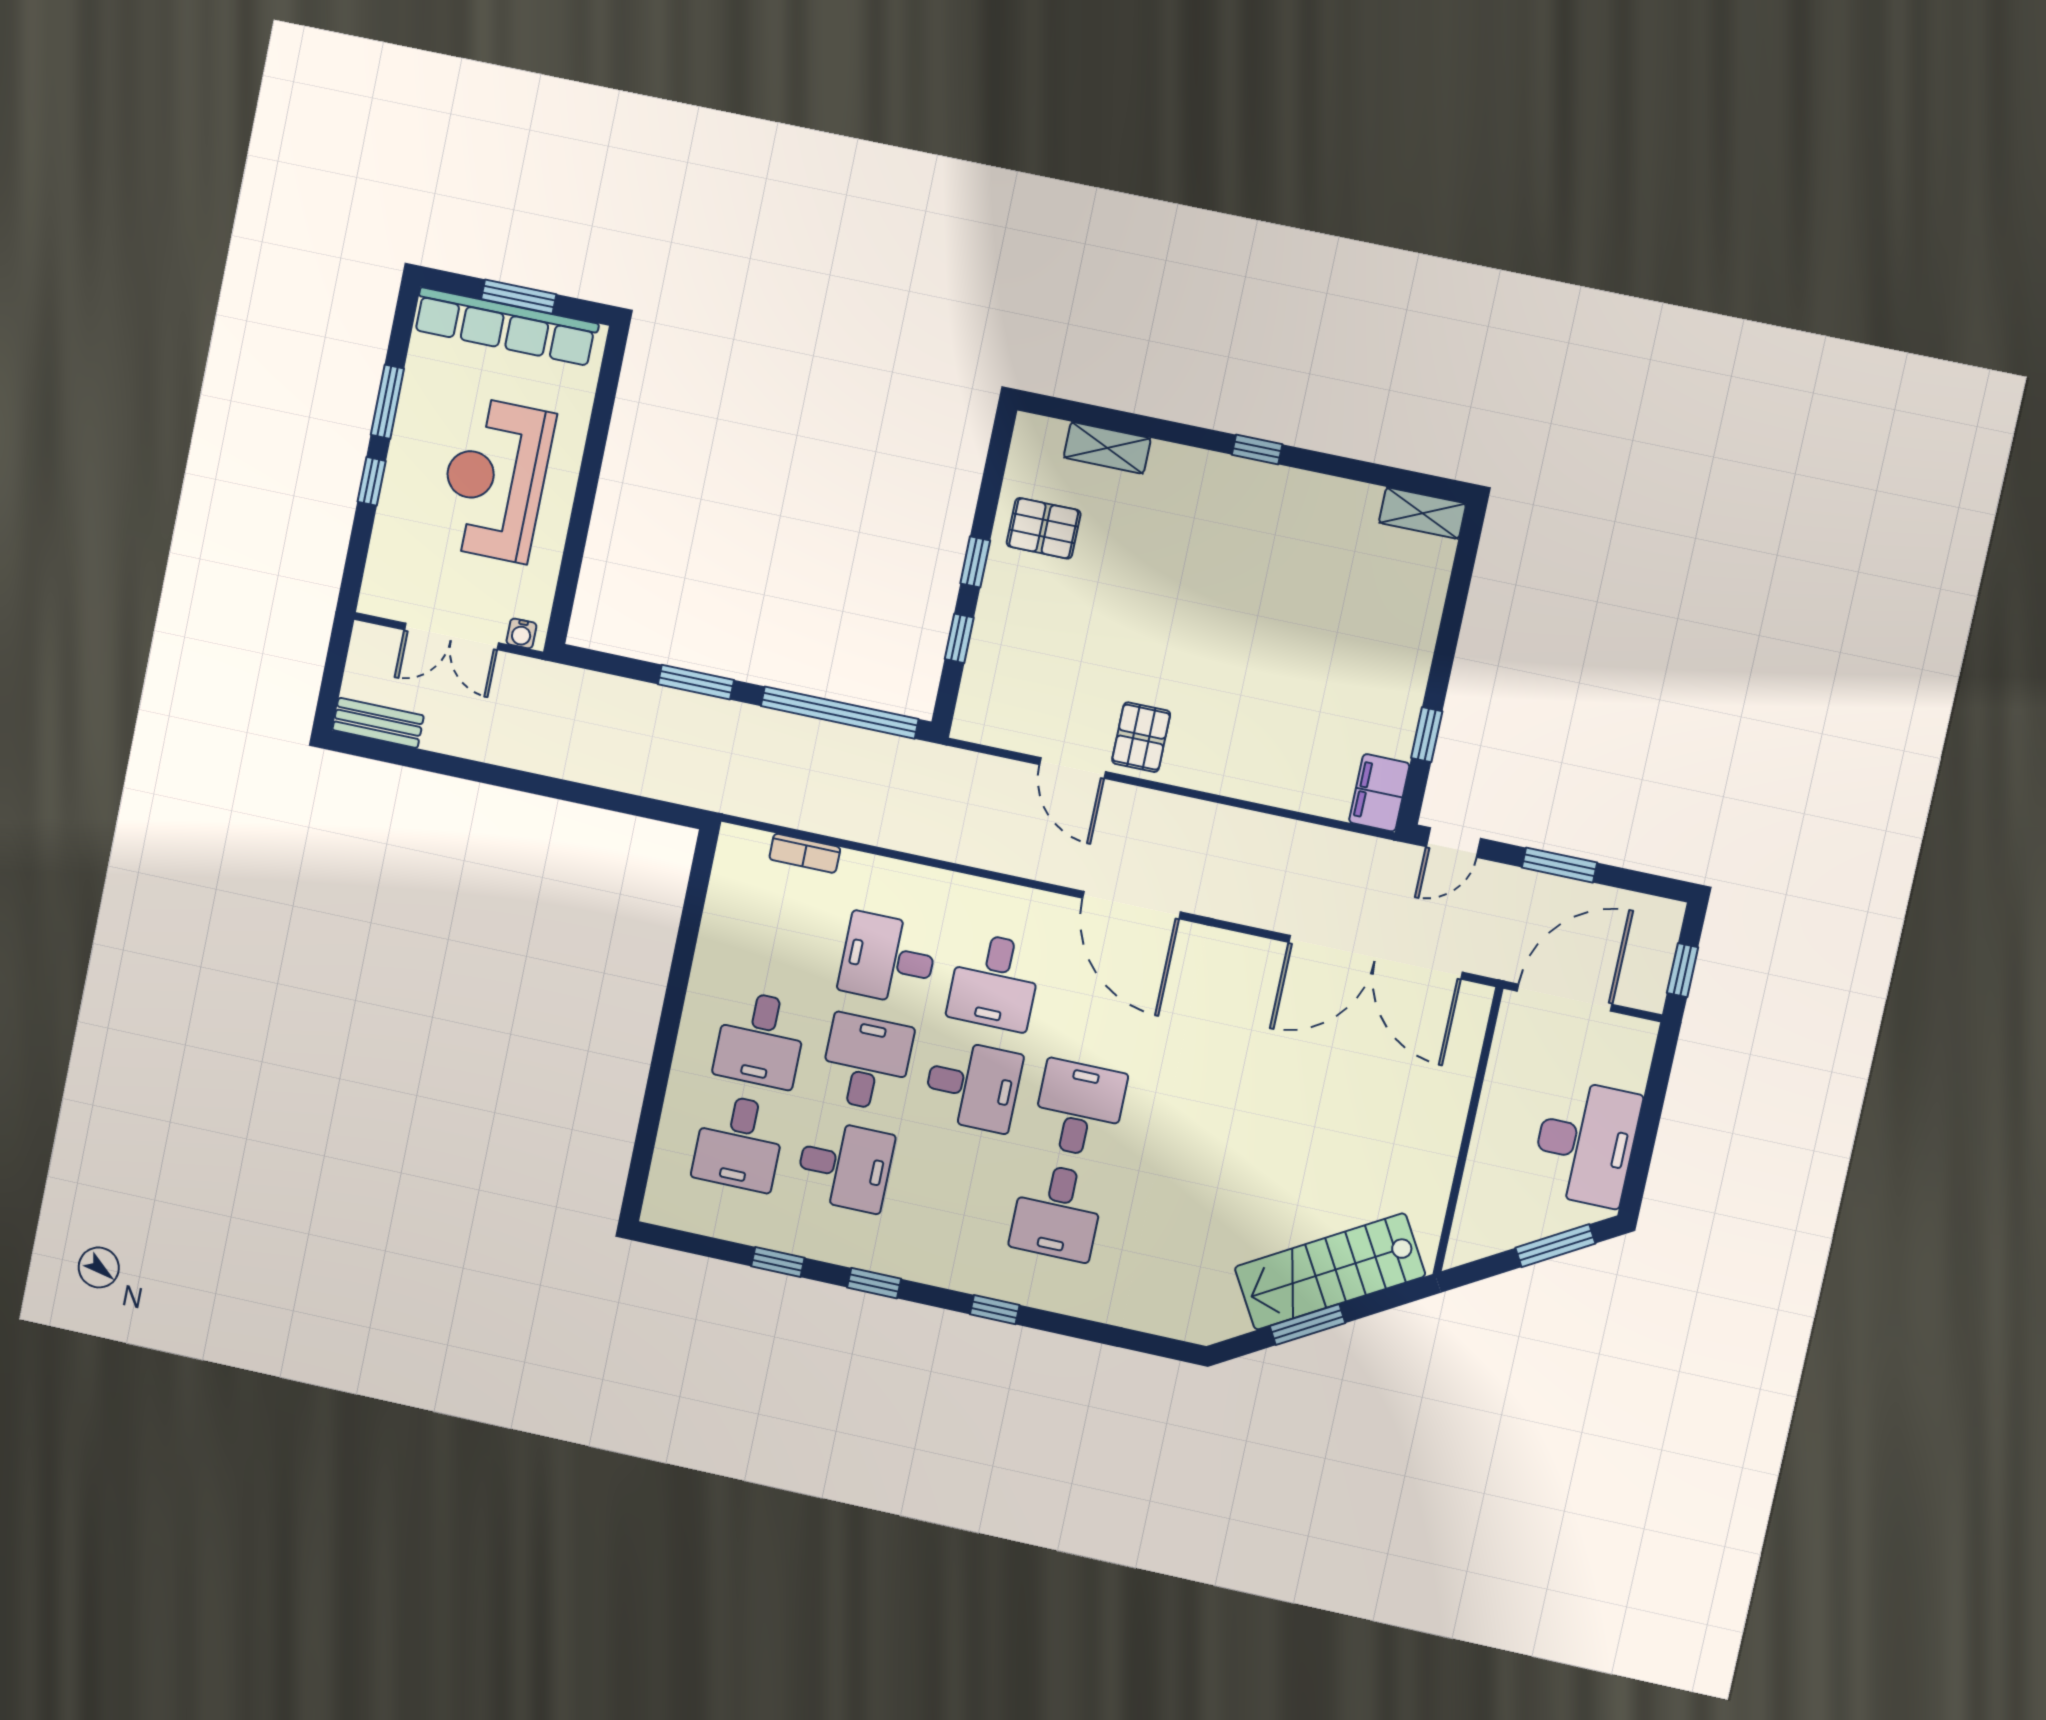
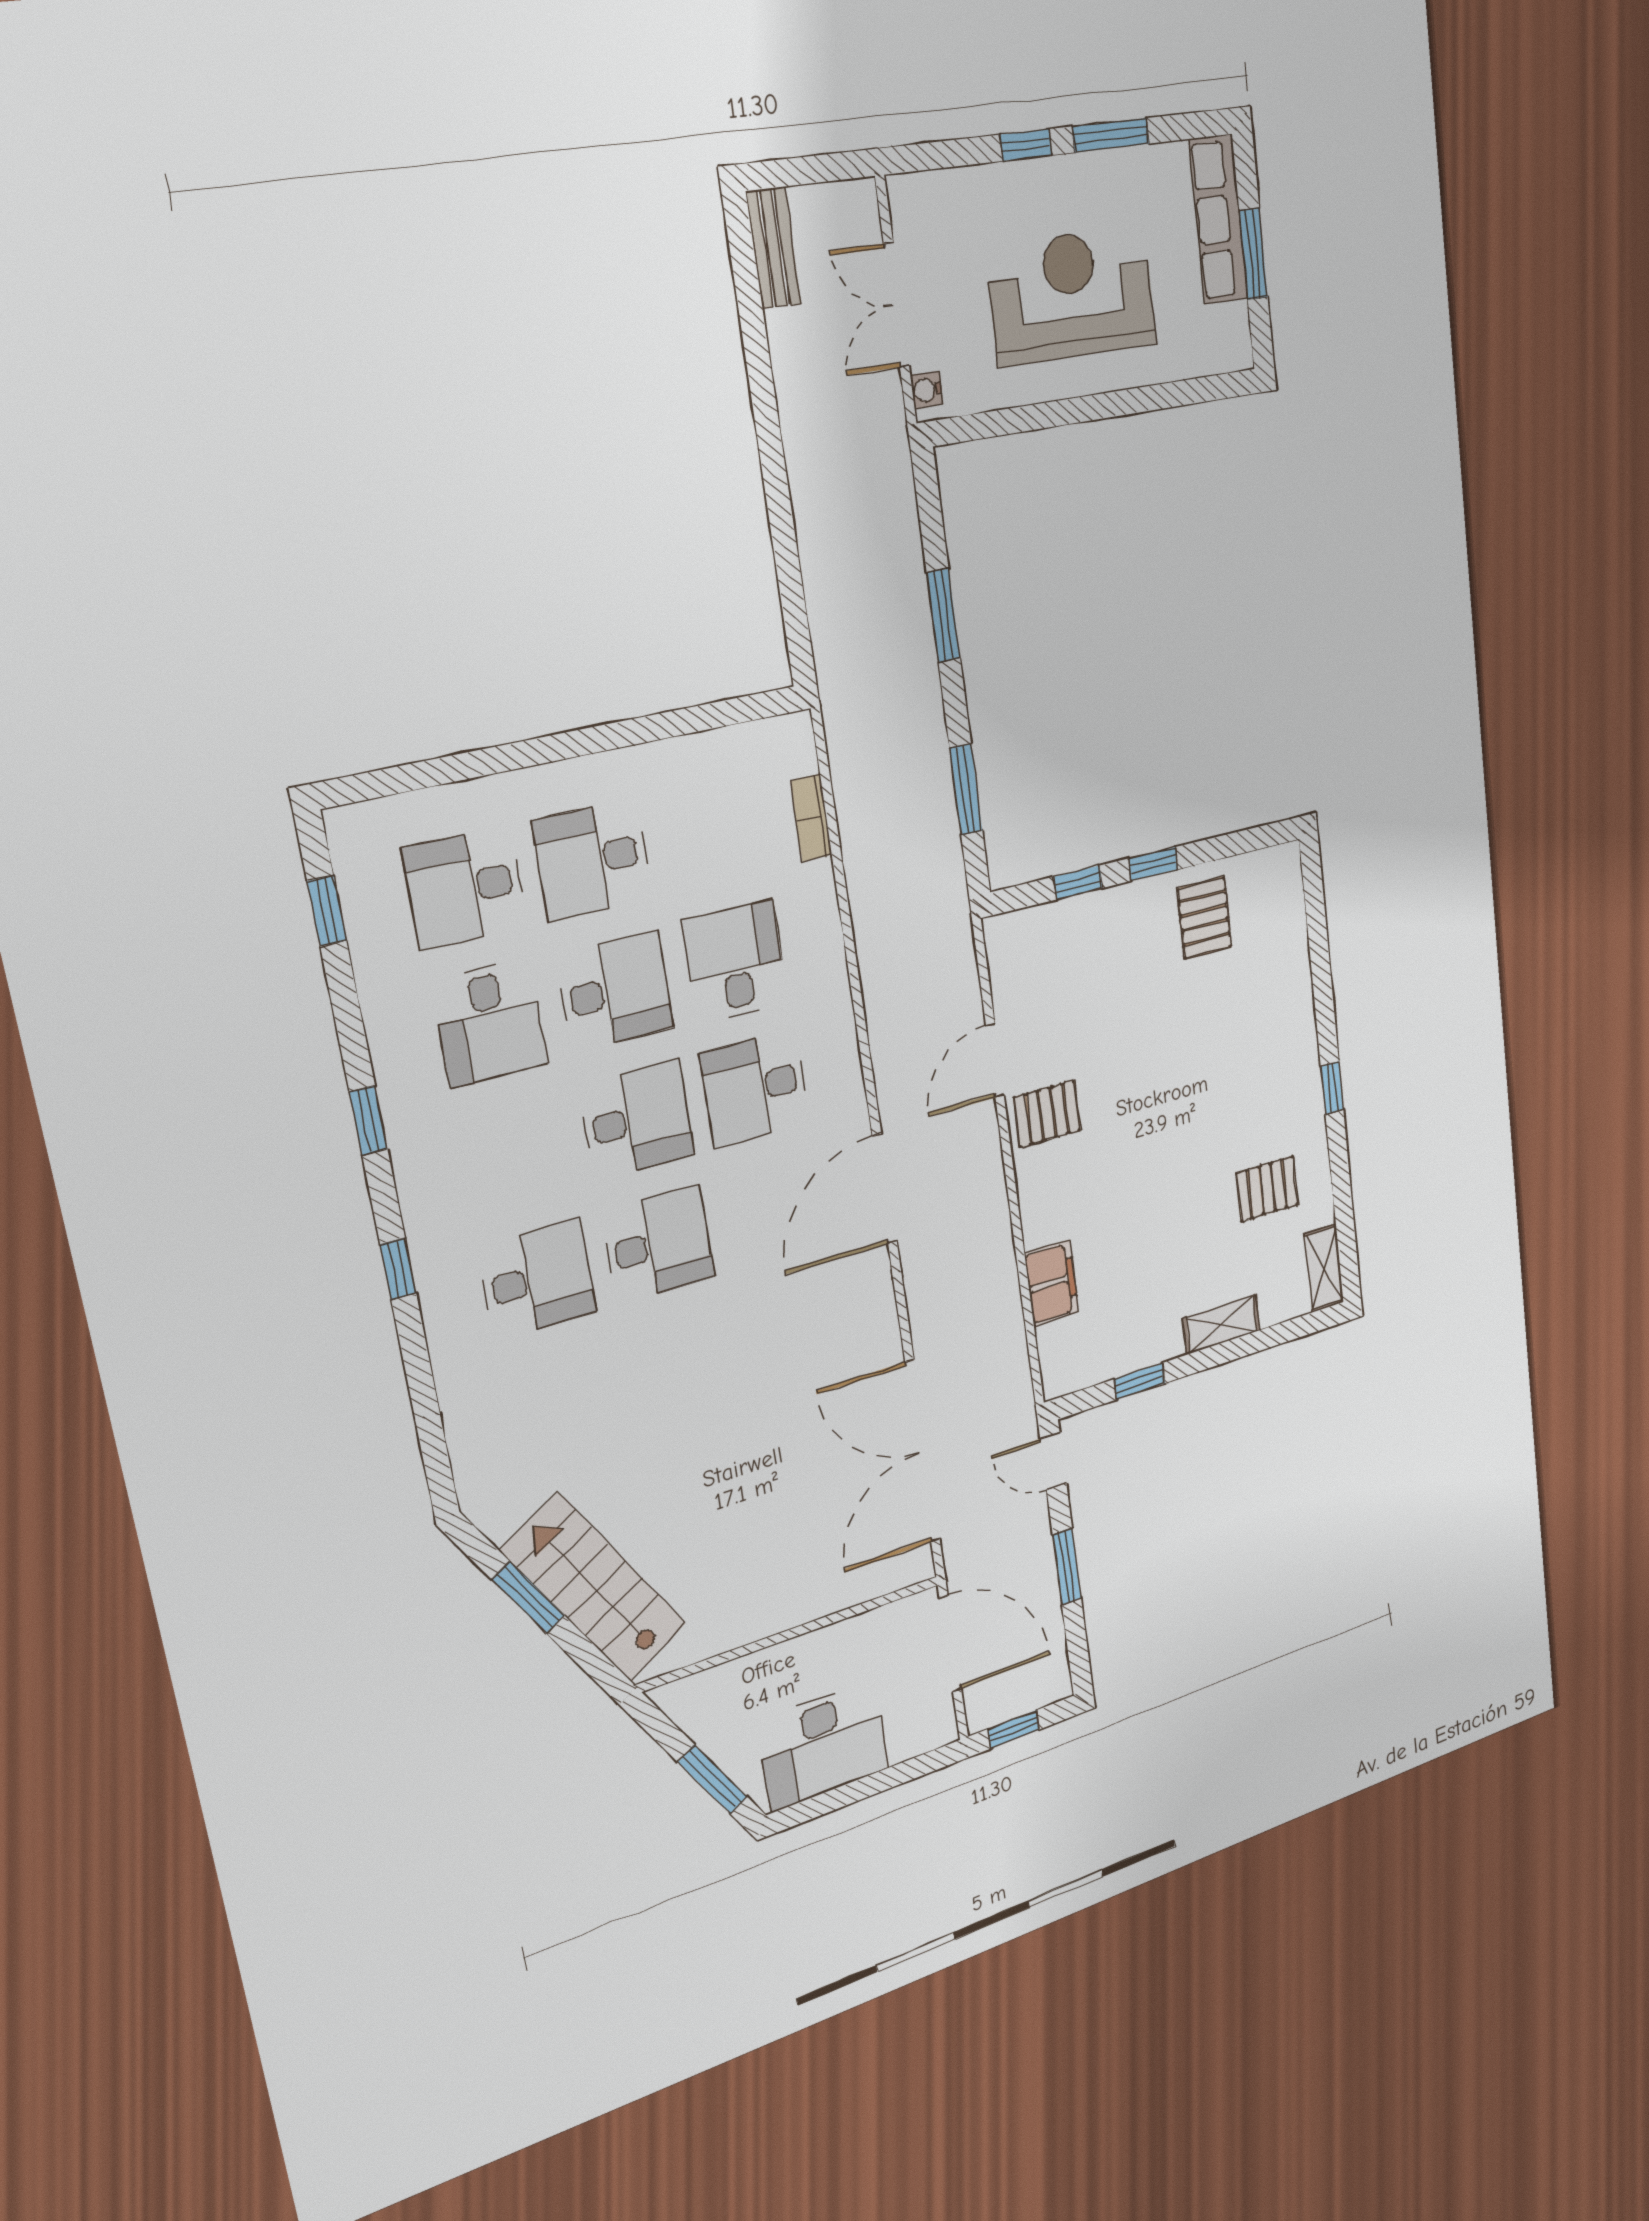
row of seats: (505, 327) -> (1219, 219), width x0.73
shelving: (1107, 448) -> (1222, 1324), moved, turned 90
pallet: (1317, 547) -> (1267, 1189), added
window: (840, 713) -> (966, 790), width x0.47
filing cabinet: (1379, 793) -> (1052, 1283), moved, turned 90
desk: (973, 1086) -> (637, 1120), turned -90
desk: (1057, 1212) -> (537, 1279), turned 180
window: (778, 1262) -> (327, 911), moved

